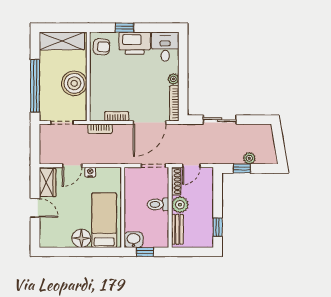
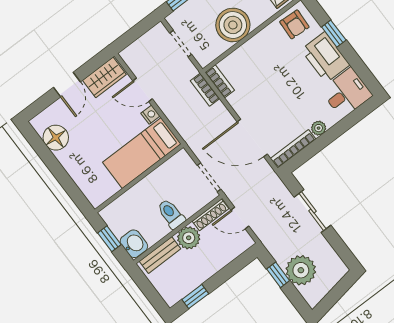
bookcase: (117, 116) -> (220, 81), moved
plant: (249, 158) -> (301, 270), width x1.88, depth x1.88
bed: (104, 220) -> (142, 153), moved, turned 180
floor lamp: (81, 238) -> (56, 138), moved
washbasin: (134, 240) -> (134, 244), moved

